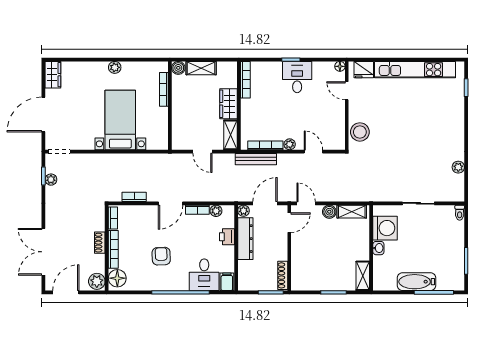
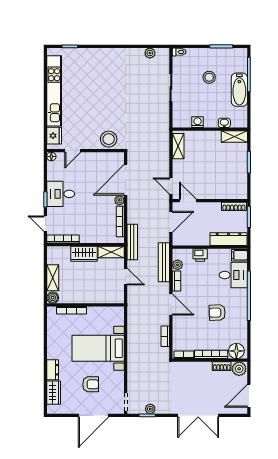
door: (263, 60) -> (45, 224), added
plant: (115, 67) -> (52, 353), removed
dresser: (96, 68) -> (53, 370), added
wardrobe: (53, 75) -> (54, 393), moved, turned 90
armchair: (79, 111) -> (91, 384), added
door: (43, 115) -> (93, 415), hinge flipped
door: (202, 152) -> (126, 277), hinge flipped
door: (313, 152) -> (126, 180), width x1.87
bench: (256, 159) -> (132, 242), moved
plant: (458, 167) -> (150, 53), moved
bench: (219, 195) -> (164, 262), added
door: (265, 203) -> (171, 222), swing flipped
door: (306, 203) -> (171, 186), hinge flipped
plant: (243, 211) -> (177, 241), removed
boiler: (329, 212) -> (178, 166), removed
washing machine: (385, 228) -> (198, 122), width x0.53, depth x0.53
dresser: (245, 239) -> (228, 239), moved
shoe rack: (100, 243) -> (222, 366), moved
stool: (431, 247) -> (209, 77), added
washbasin: (378, 248) -> (224, 123), moved
double door: (43, 252) -> (198, 415), moved
door: (66, 292) -> (249, 396), hinge flipped

